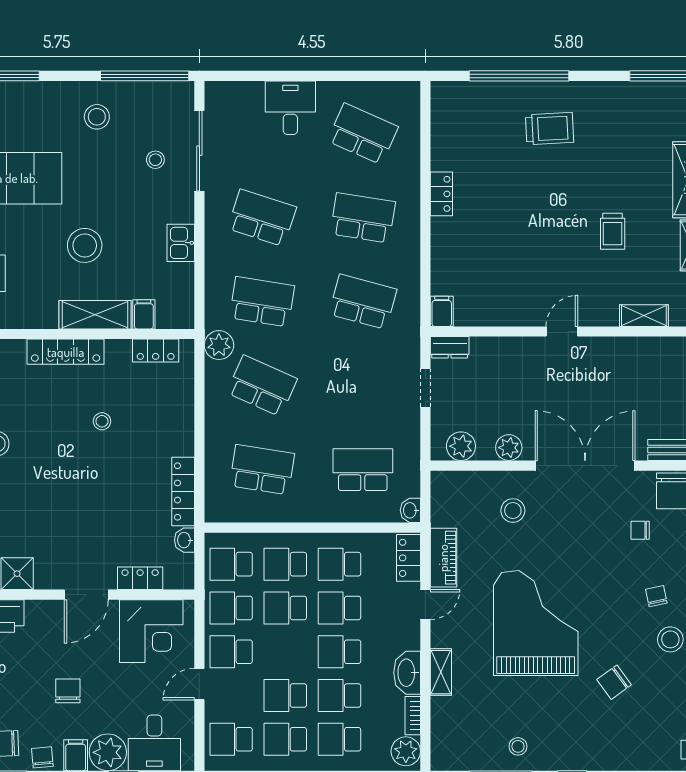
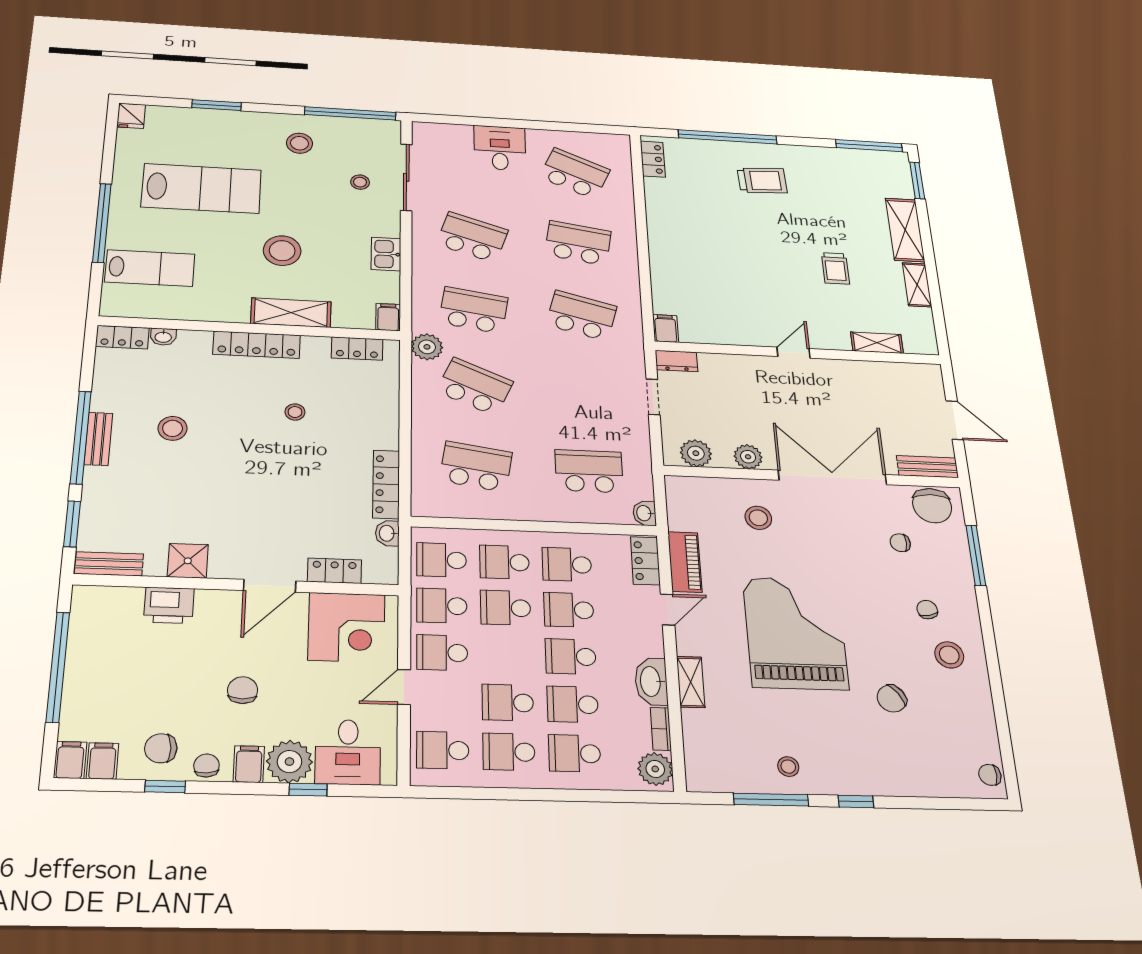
locker: (441, 194) -> (653, 159), moved
filing cabinet: (144, 314) -> (388, 317), moved

